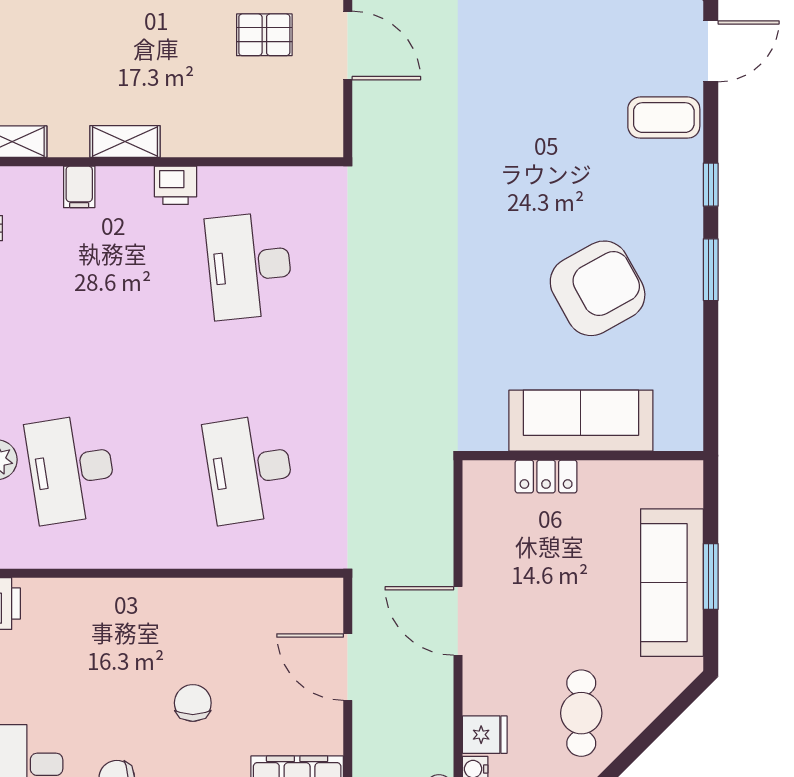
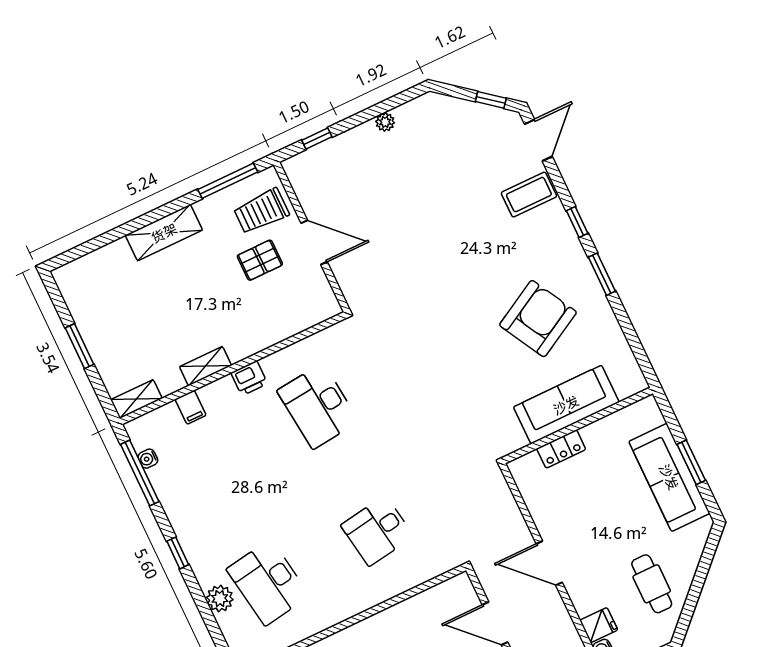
desk: (249, 469) -> (377, 531), width x0.73

